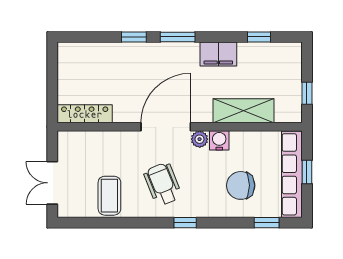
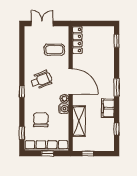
window: (134, 37) -> (117, 41), moved
coffee table: (109, 196) -> (54, 50), moved

